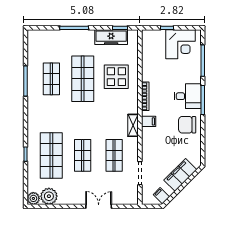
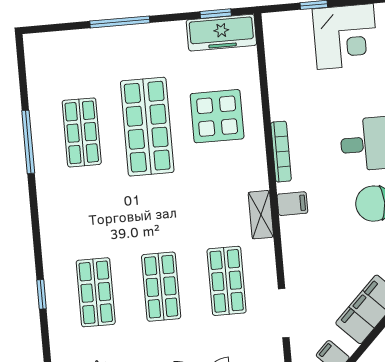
freezer: (111, 37) -> (221, 33), moved
shop shelf: (51, 155) -> (96, 292), width x0.70, depth x0.74

